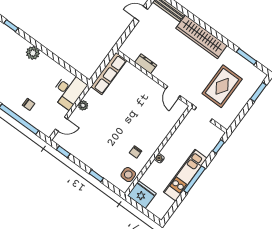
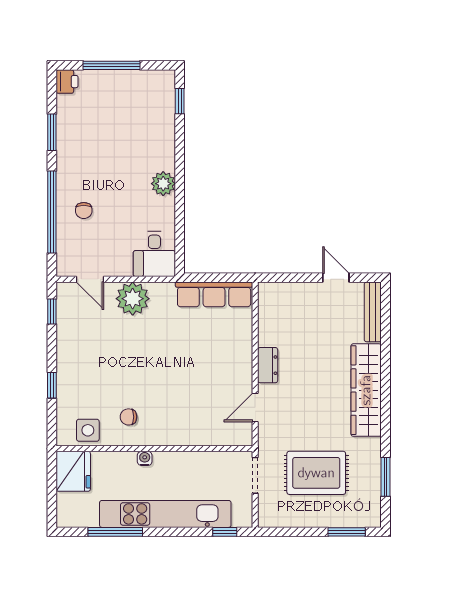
plant: (33, 53) -> (163, 184), moved
dresser: (146, 64) -> (268, 365), moved
desk: (69, 91) -> (154, 254), width x0.73
plant: (83, 105) -> (133, 299), width x1.87, depth x1.87
kitchen unit: (185, 175) -> (165, 514), width x1.36
window: (194, 179) -> (115, 532), moved

